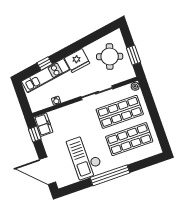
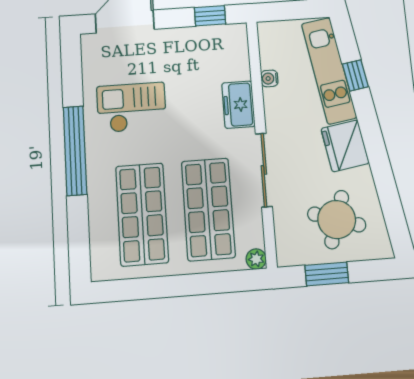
freezer: (43, 125) -> (238, 105), moved, turned 90
checkout: (85, 157) -> (132, 107), width x0.73, depth x0.83

